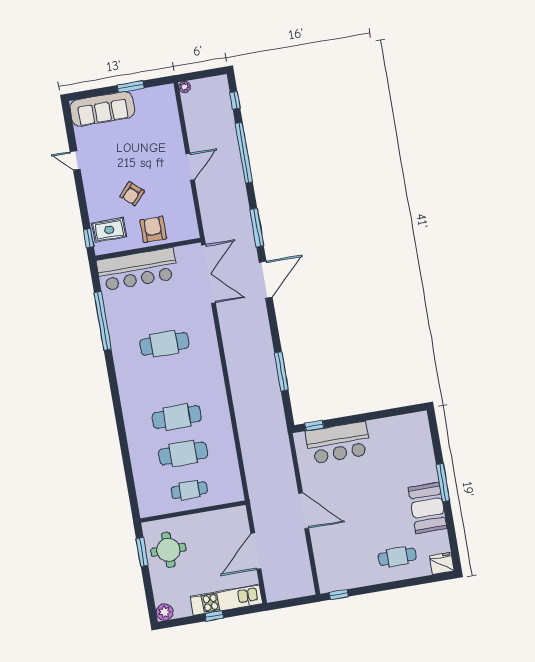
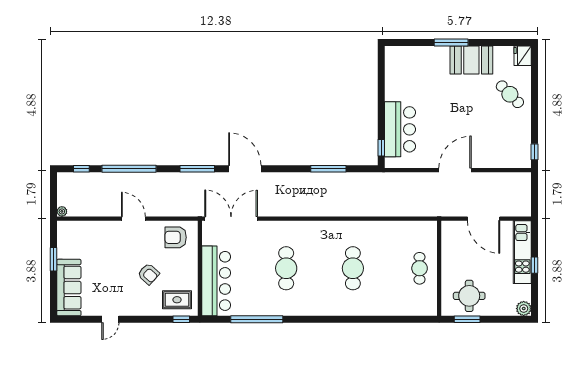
armchair: (153, 229) -> (176, 237), moved
rug: (109, 230) -> (177, 300), turned 90
cafe table: (183, 454) -> (386, 268), removed
cafe table: (397, 557) -> (510, 94), turned -45

